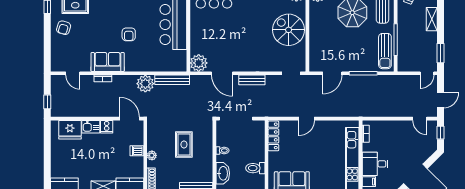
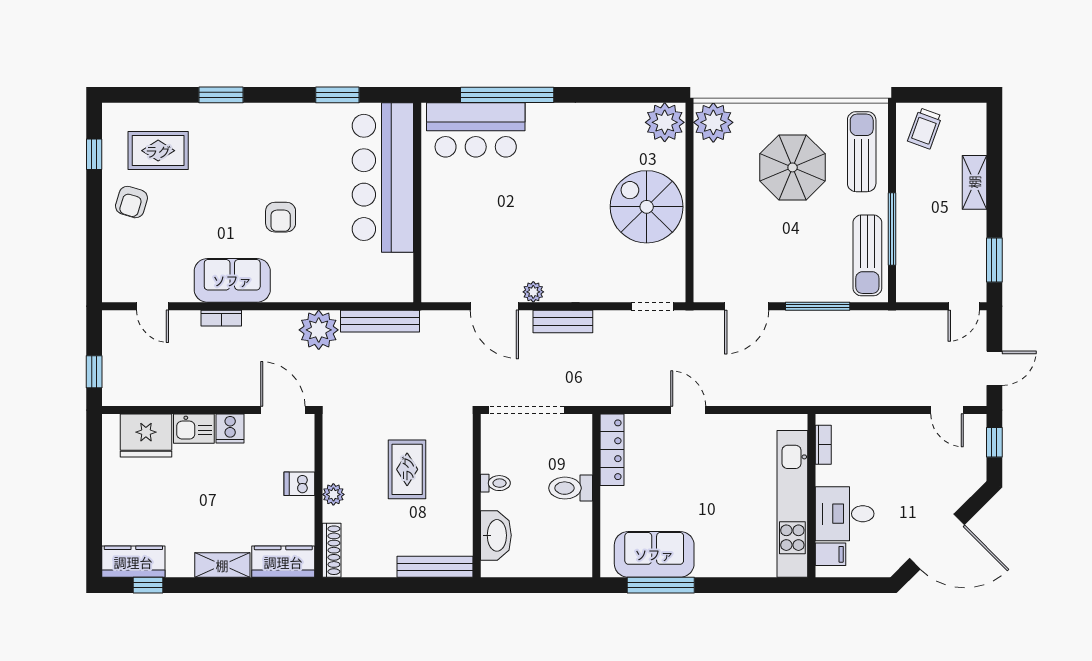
plant: (199, 63) -> (533, 292), moved, width x0.53, depth x0.53
door: (307, 119) -> (688, 410), swing flipped
toilet: (255, 168) -> (571, 488), moved

